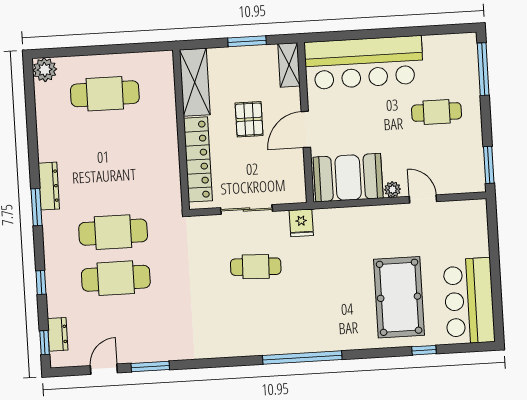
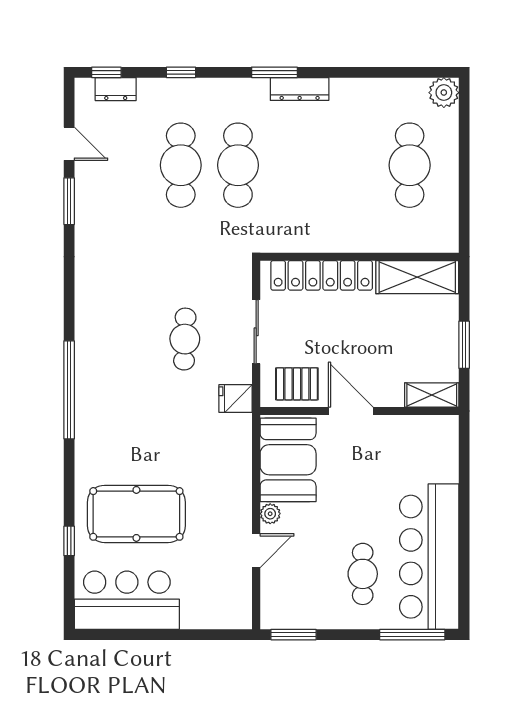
bar counter: (364, 63) -> (429, 557), moved
pallet: (249, 119) -> (297, 384), moved

